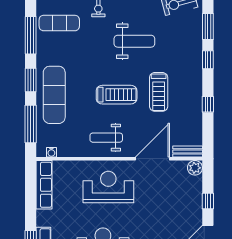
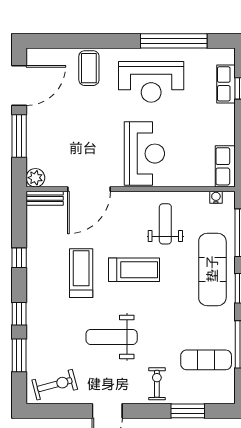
treadmill: (117, 95) -> (134, 270), turned 180
weight bench: (106, 138) -> (165, 224), moved, turned -90
row of seats: (44, 185) -> (225, 166), width x0.68
reception desk: (108, 187) -> (144, 154), turned -90
window: (208, 201) -> (19, 136), width x2.17

